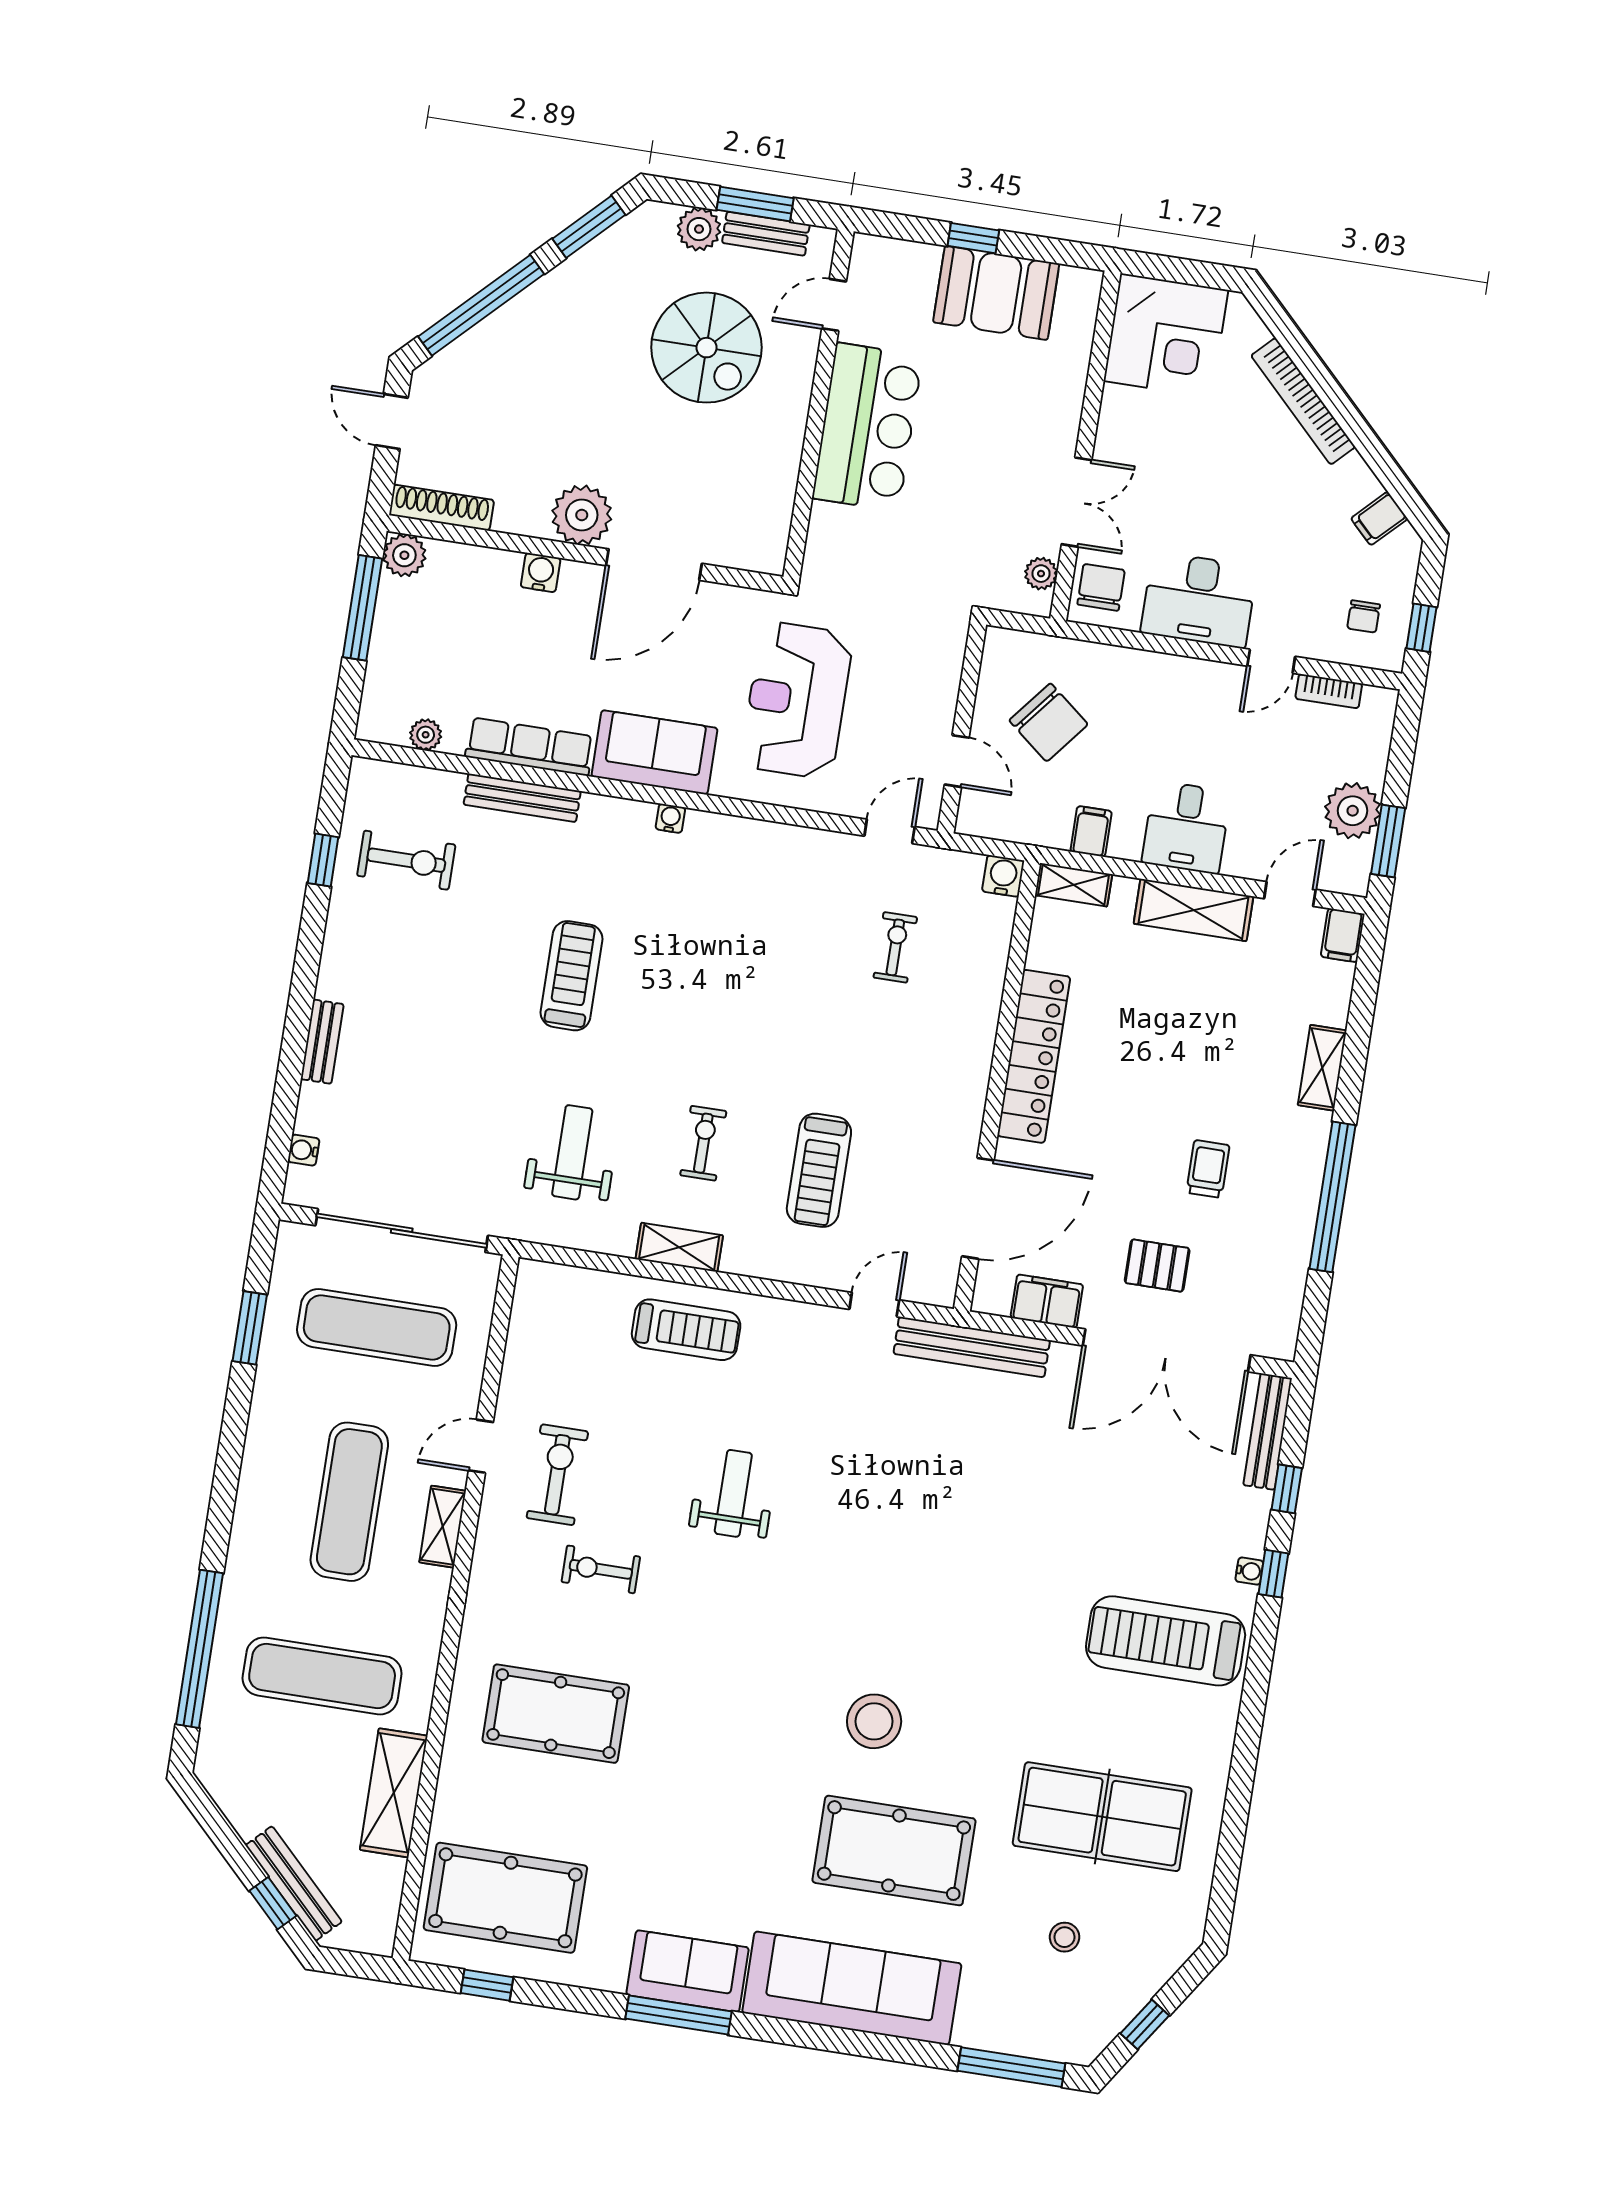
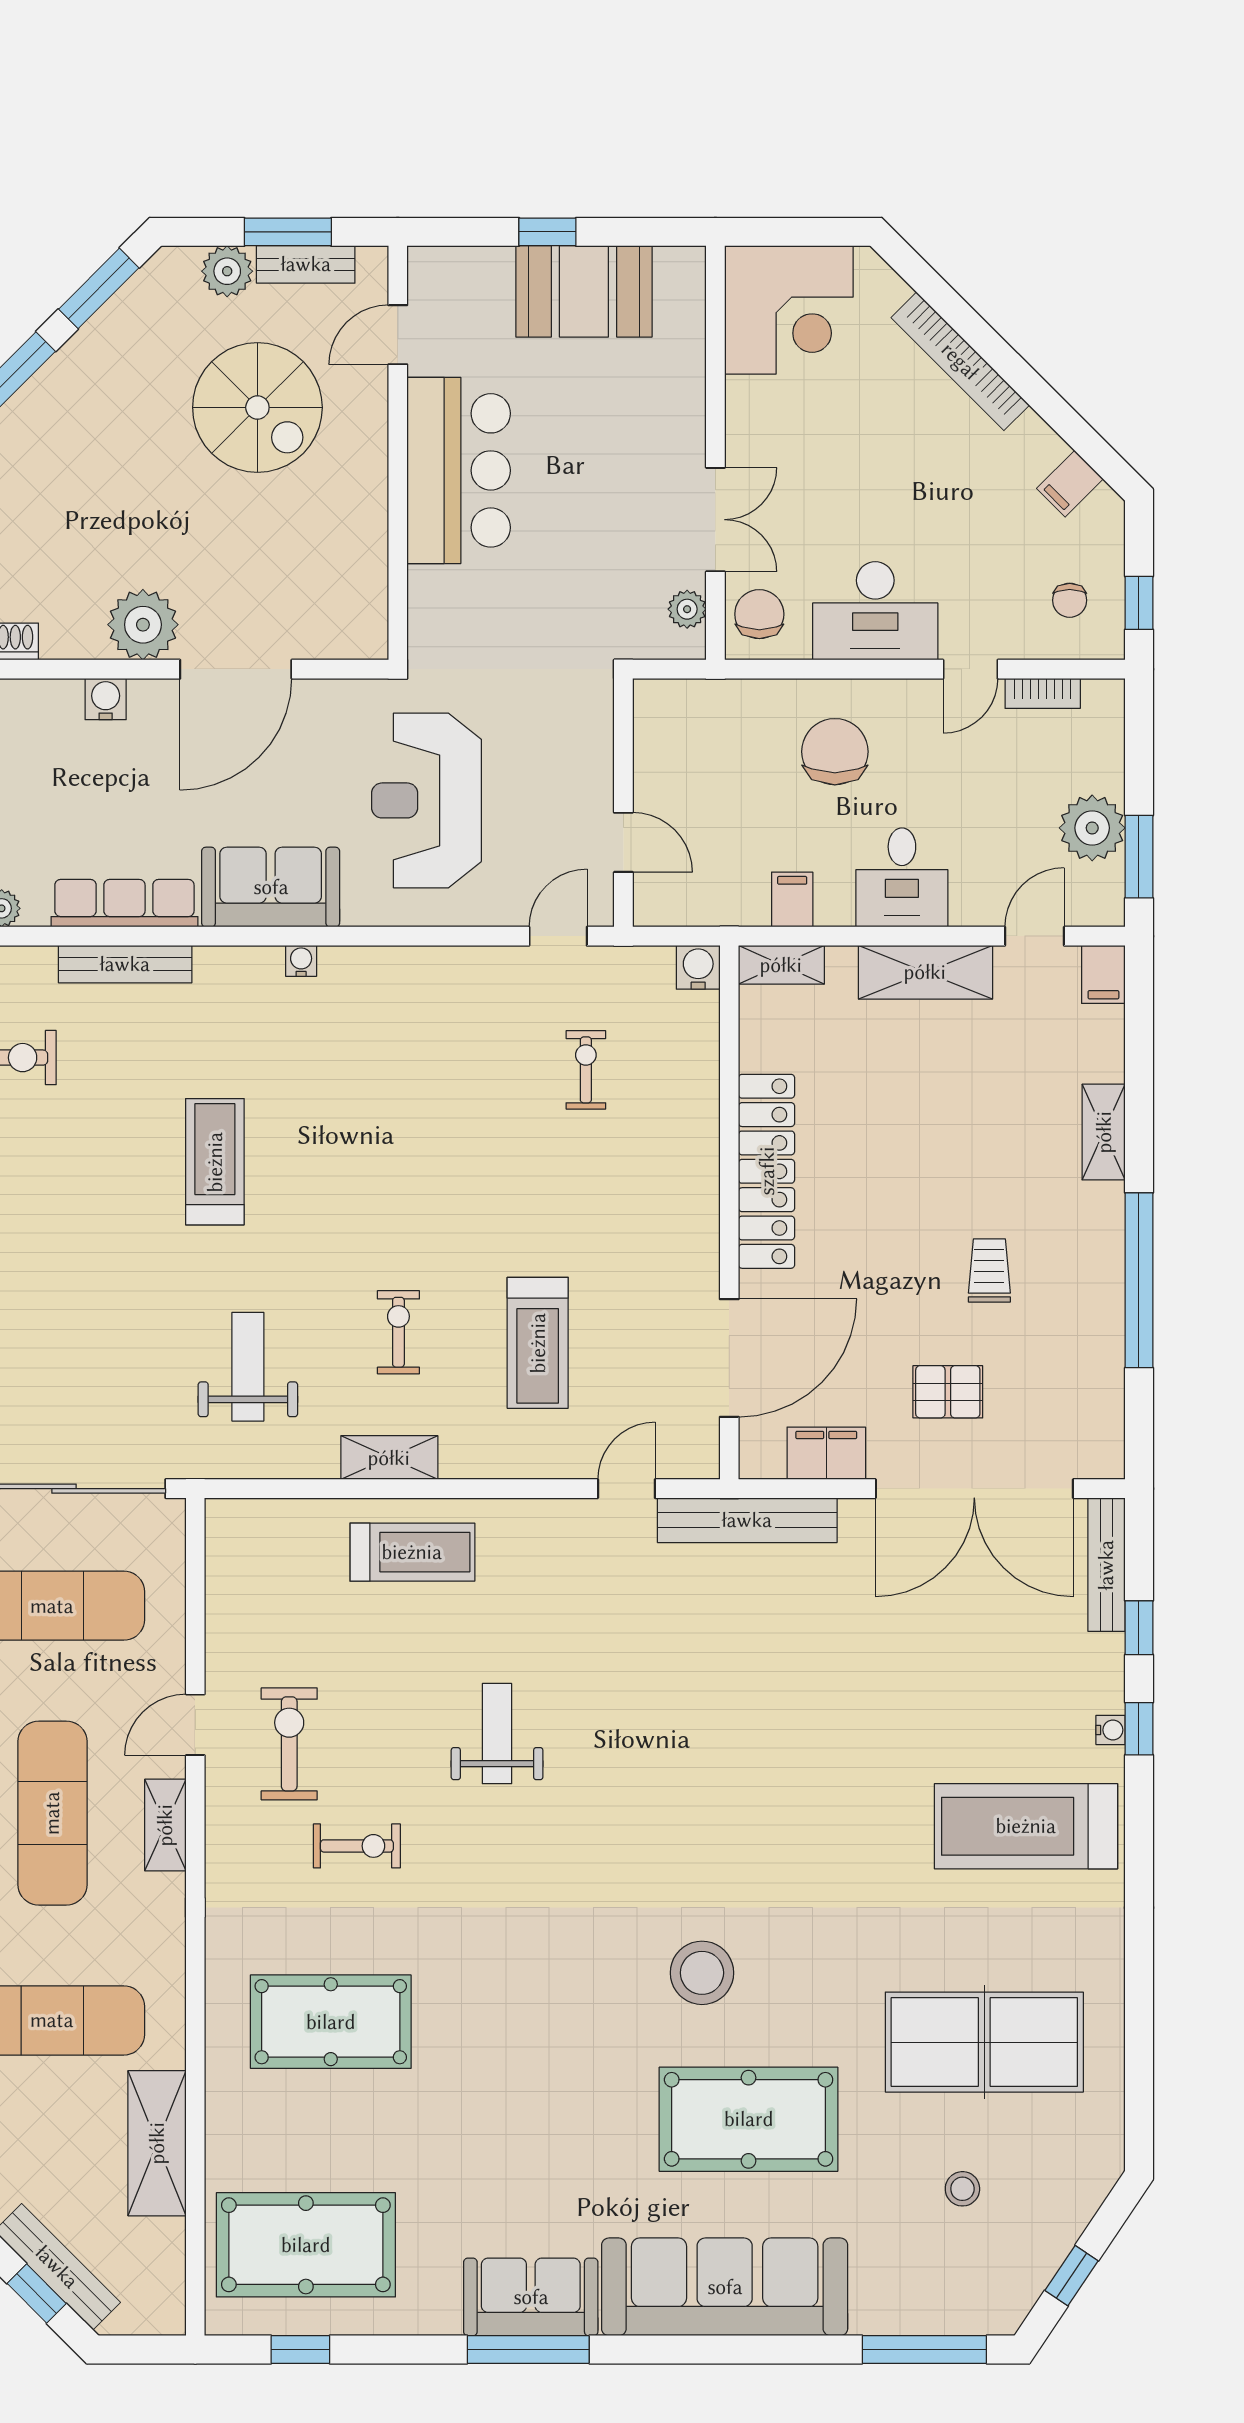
chair: (1049, 722) -> (835, 752), moved, turned -129
exercise bike: (601, 1569) -> (357, 1846), turned 180

